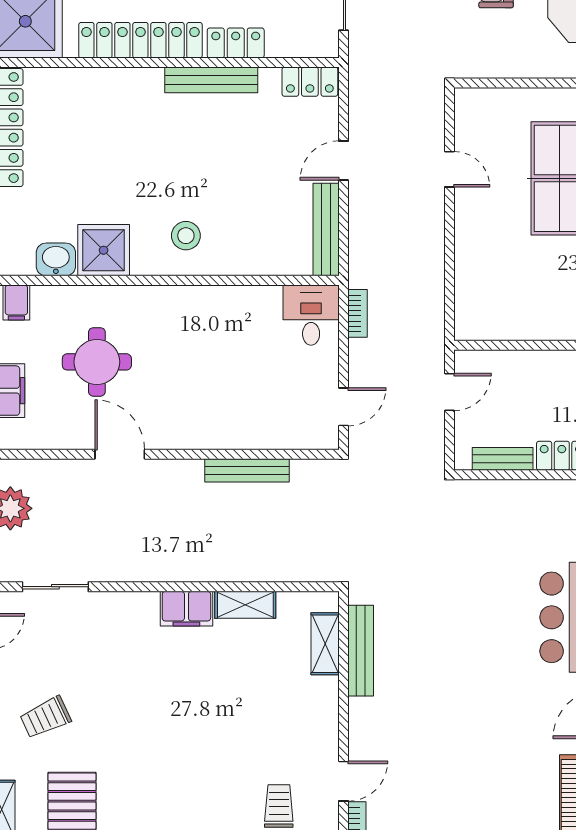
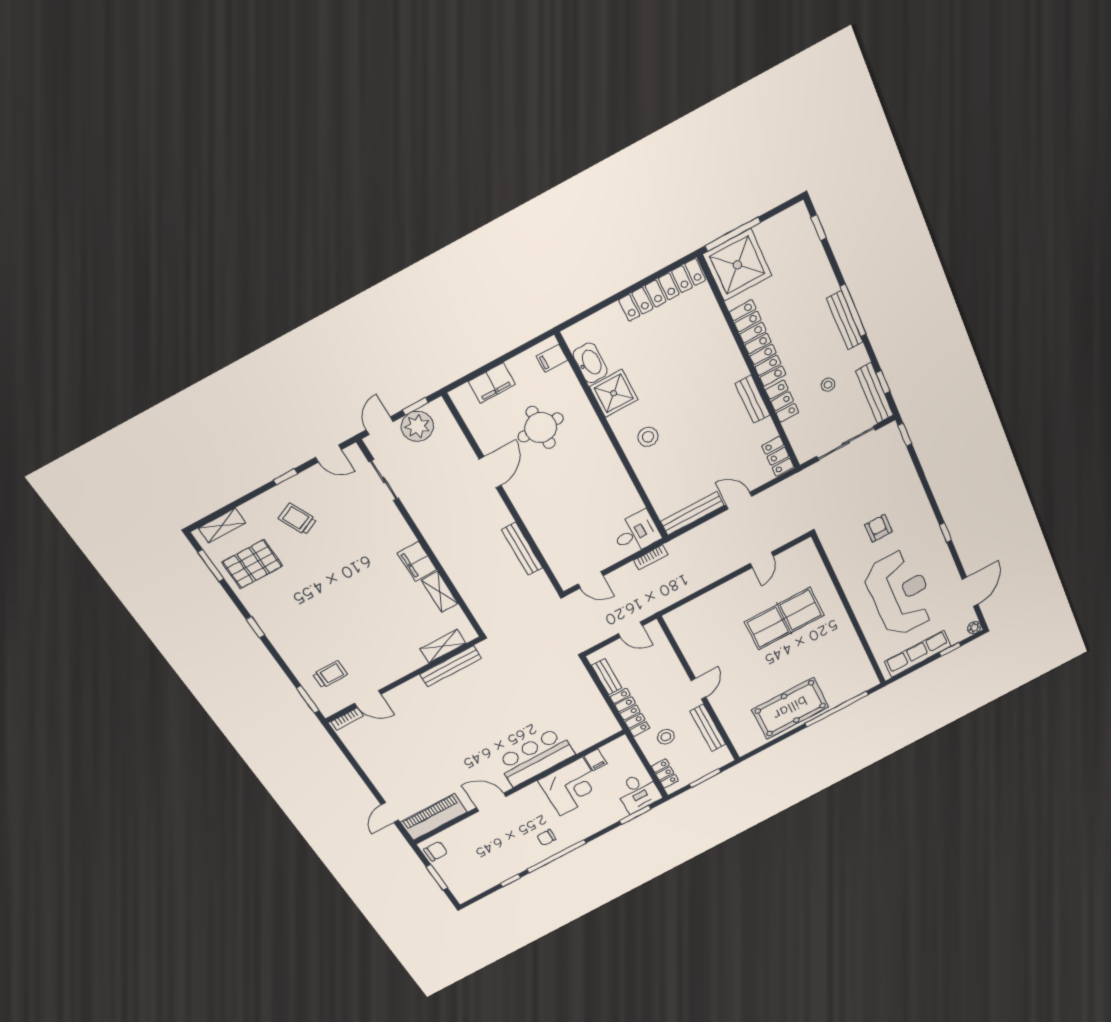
bench: (211, 80) -> (753, 399), width x0.73
washbasin: (56, 259) -> (590, 363), width x1.38

